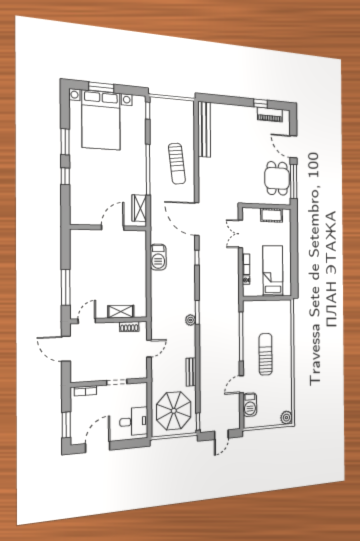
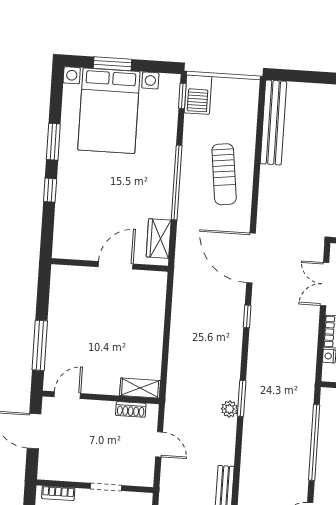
barbecue: (158, 257) -> (198, 95), moved
shelving: (121, 312) -> (140, 388), moved
door: (149, 349) -> (159, 444), hinge flipped

